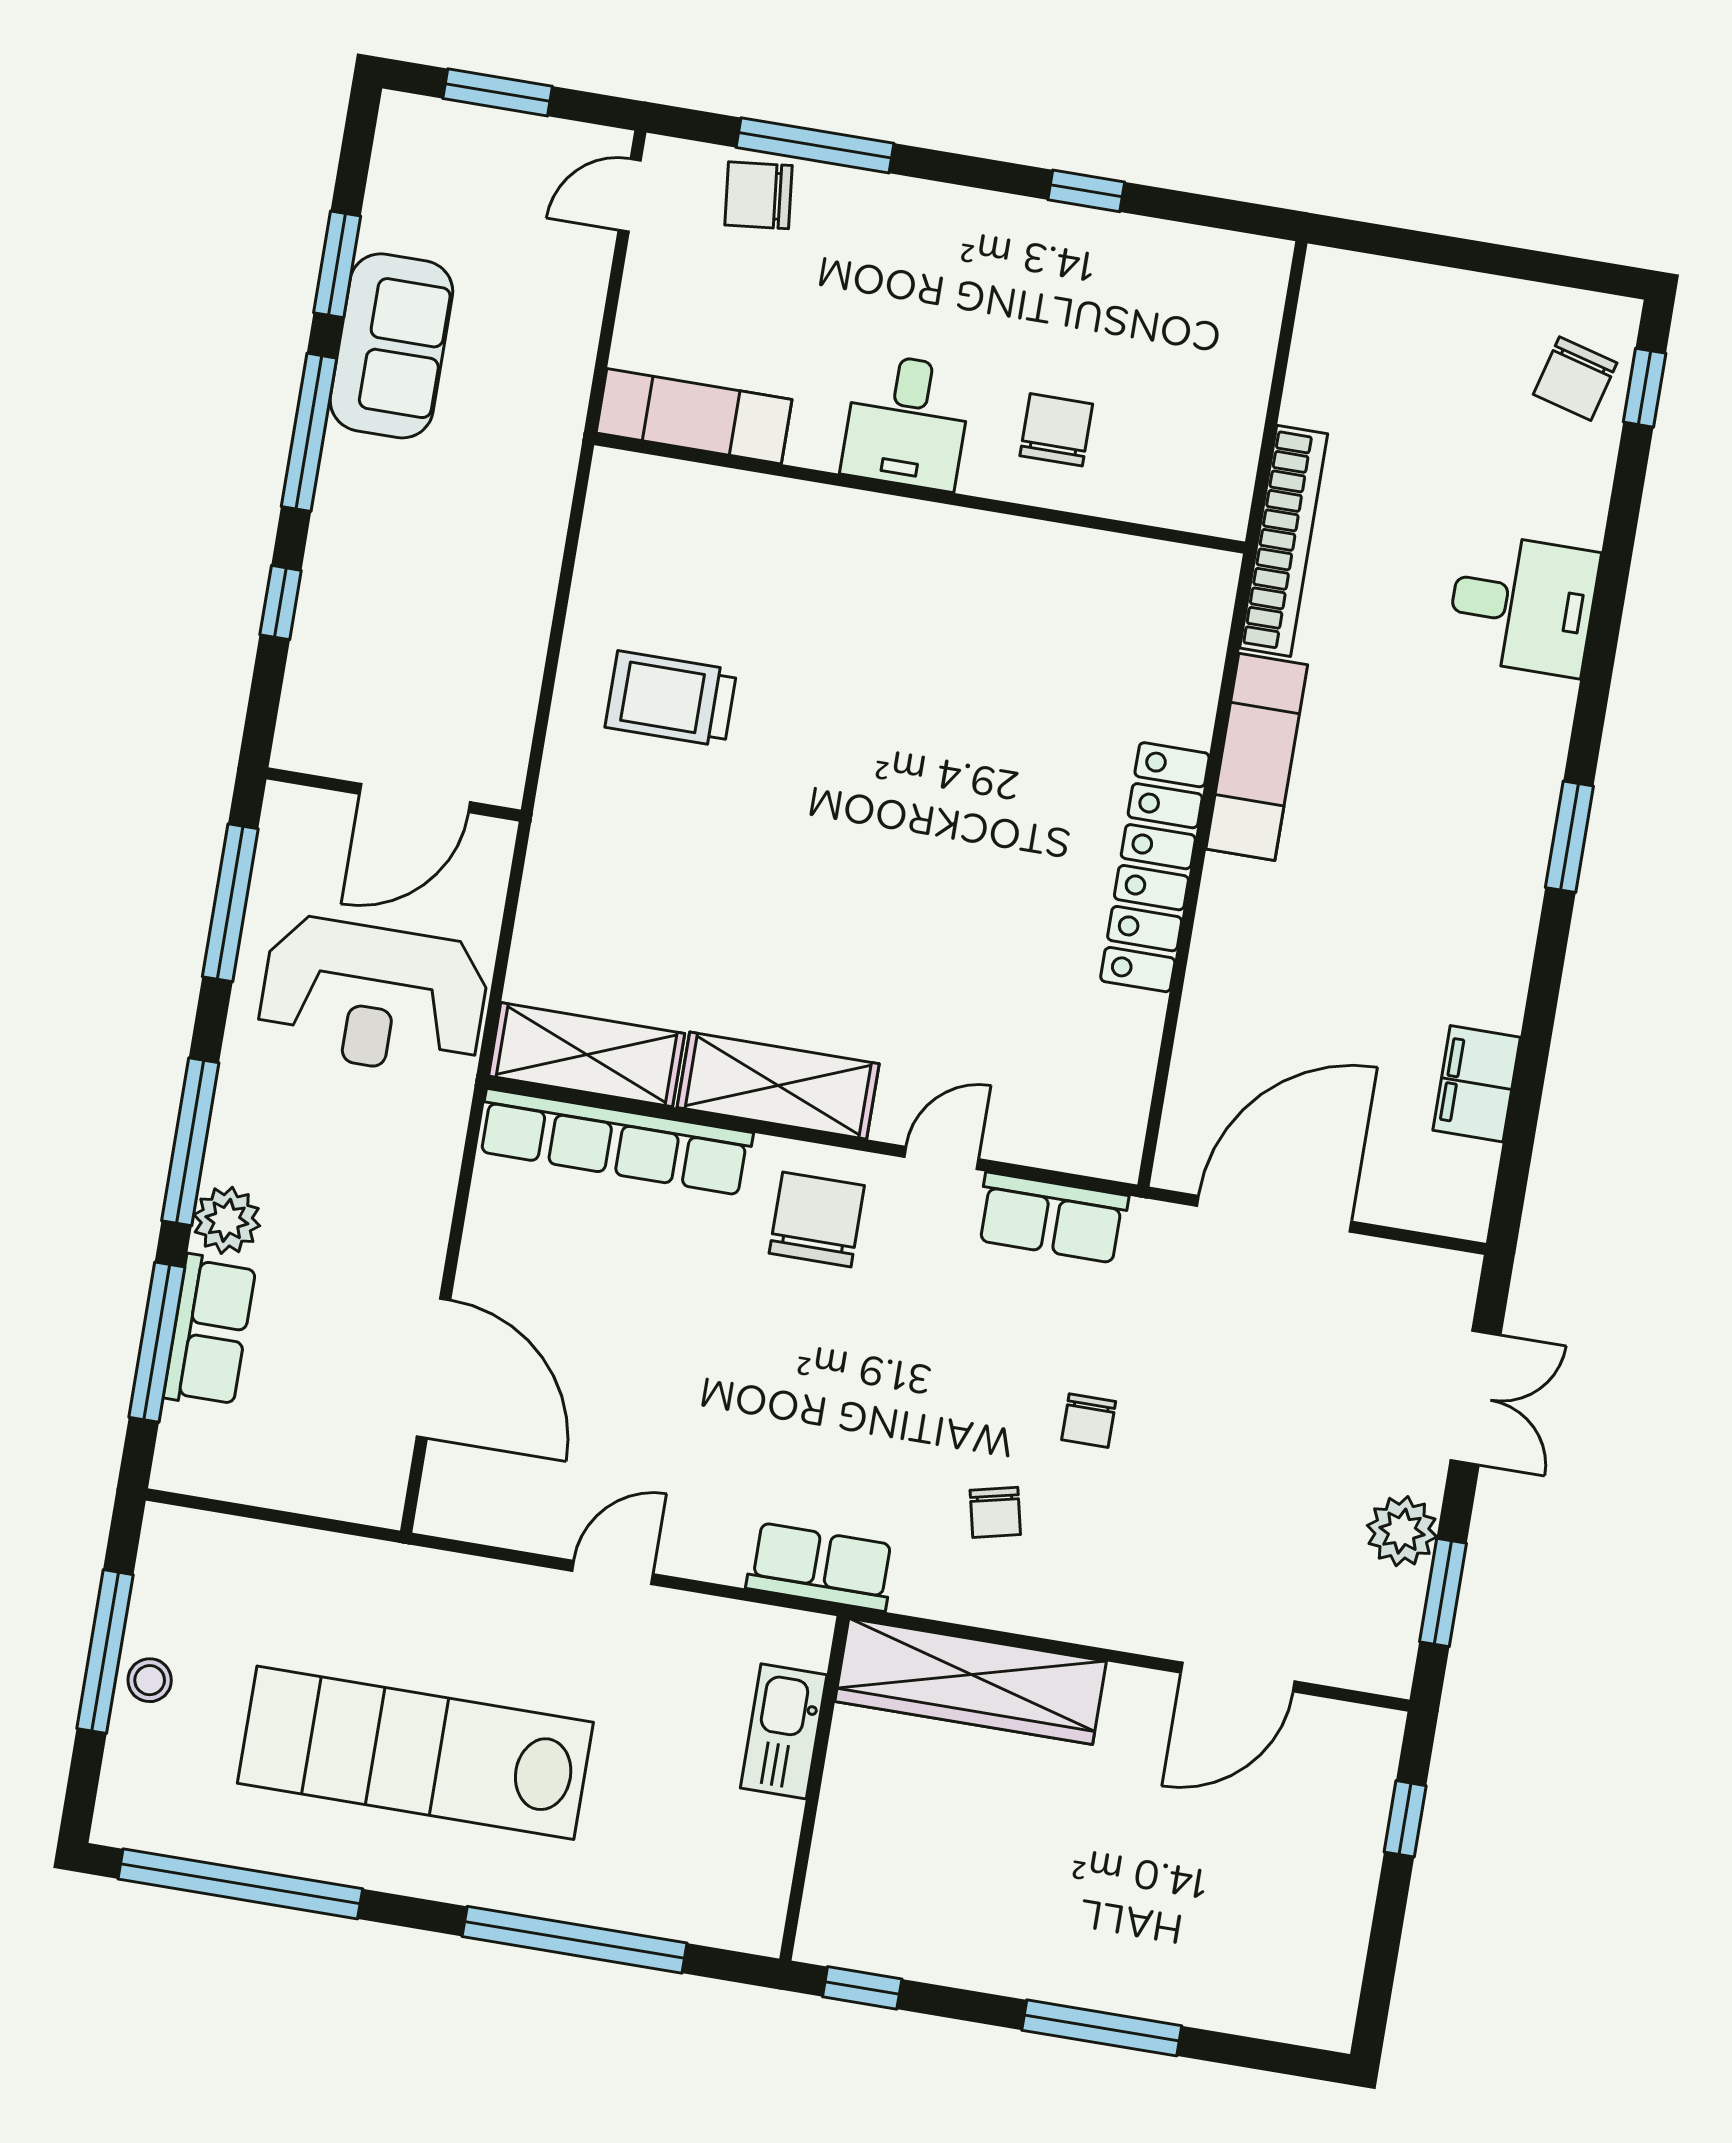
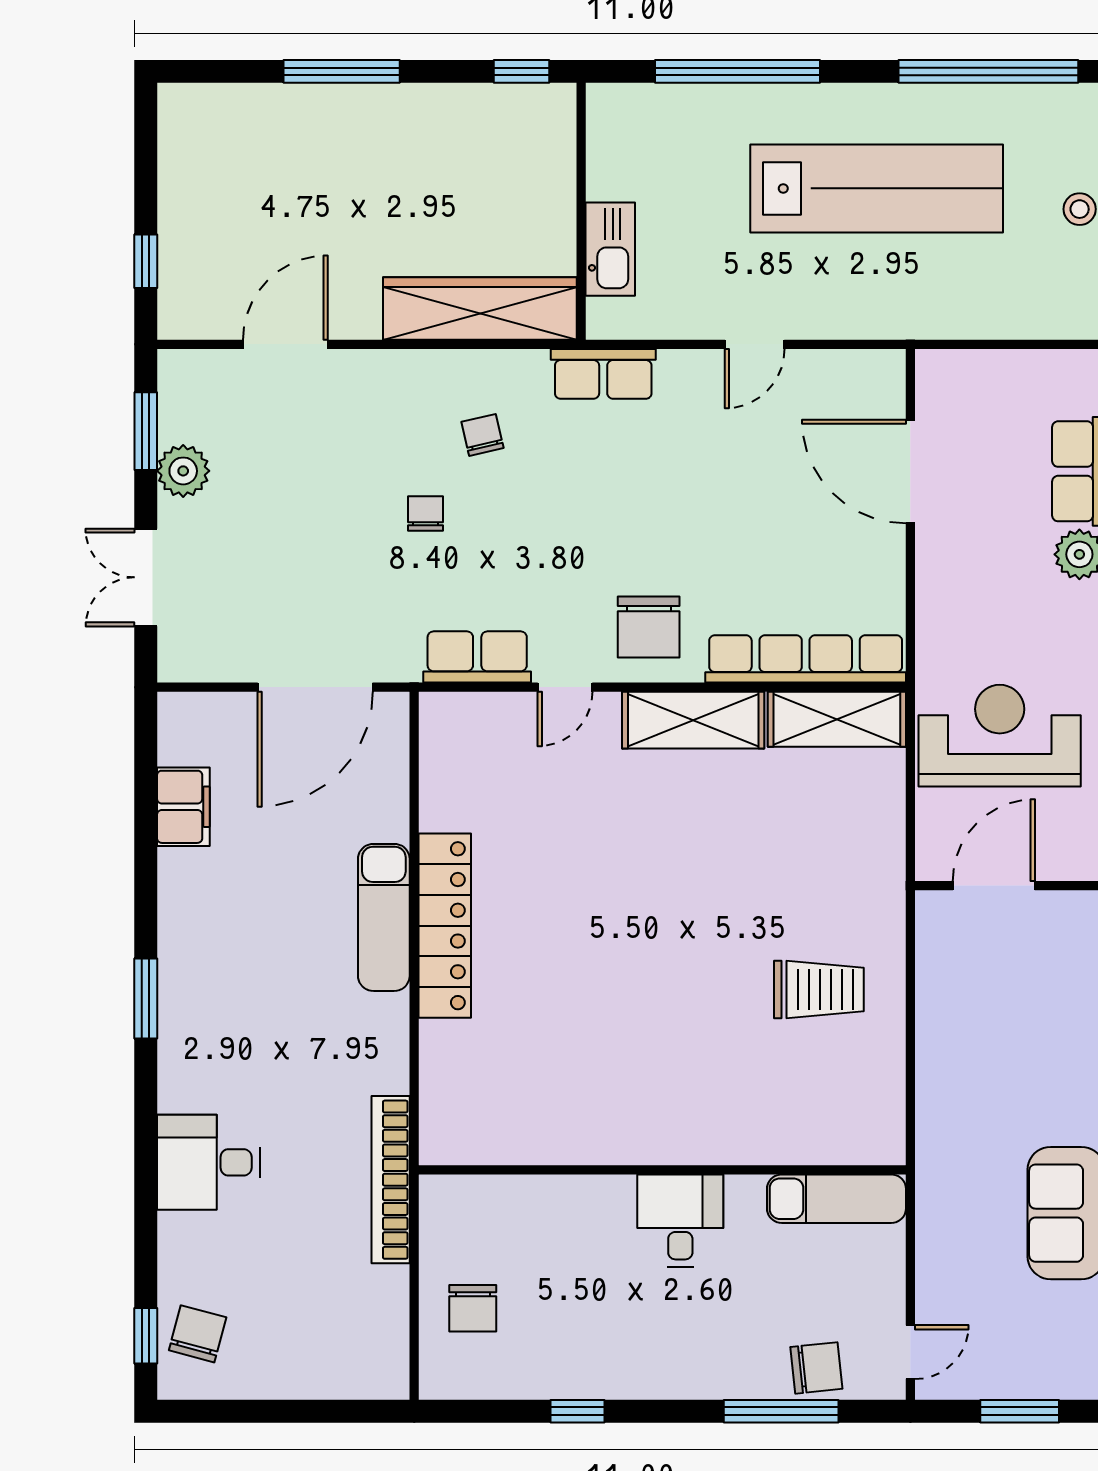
chair: (1056, 430) -> (473, 1308), moved
exam couch: (1257, 757) -> (384, 917), moved

